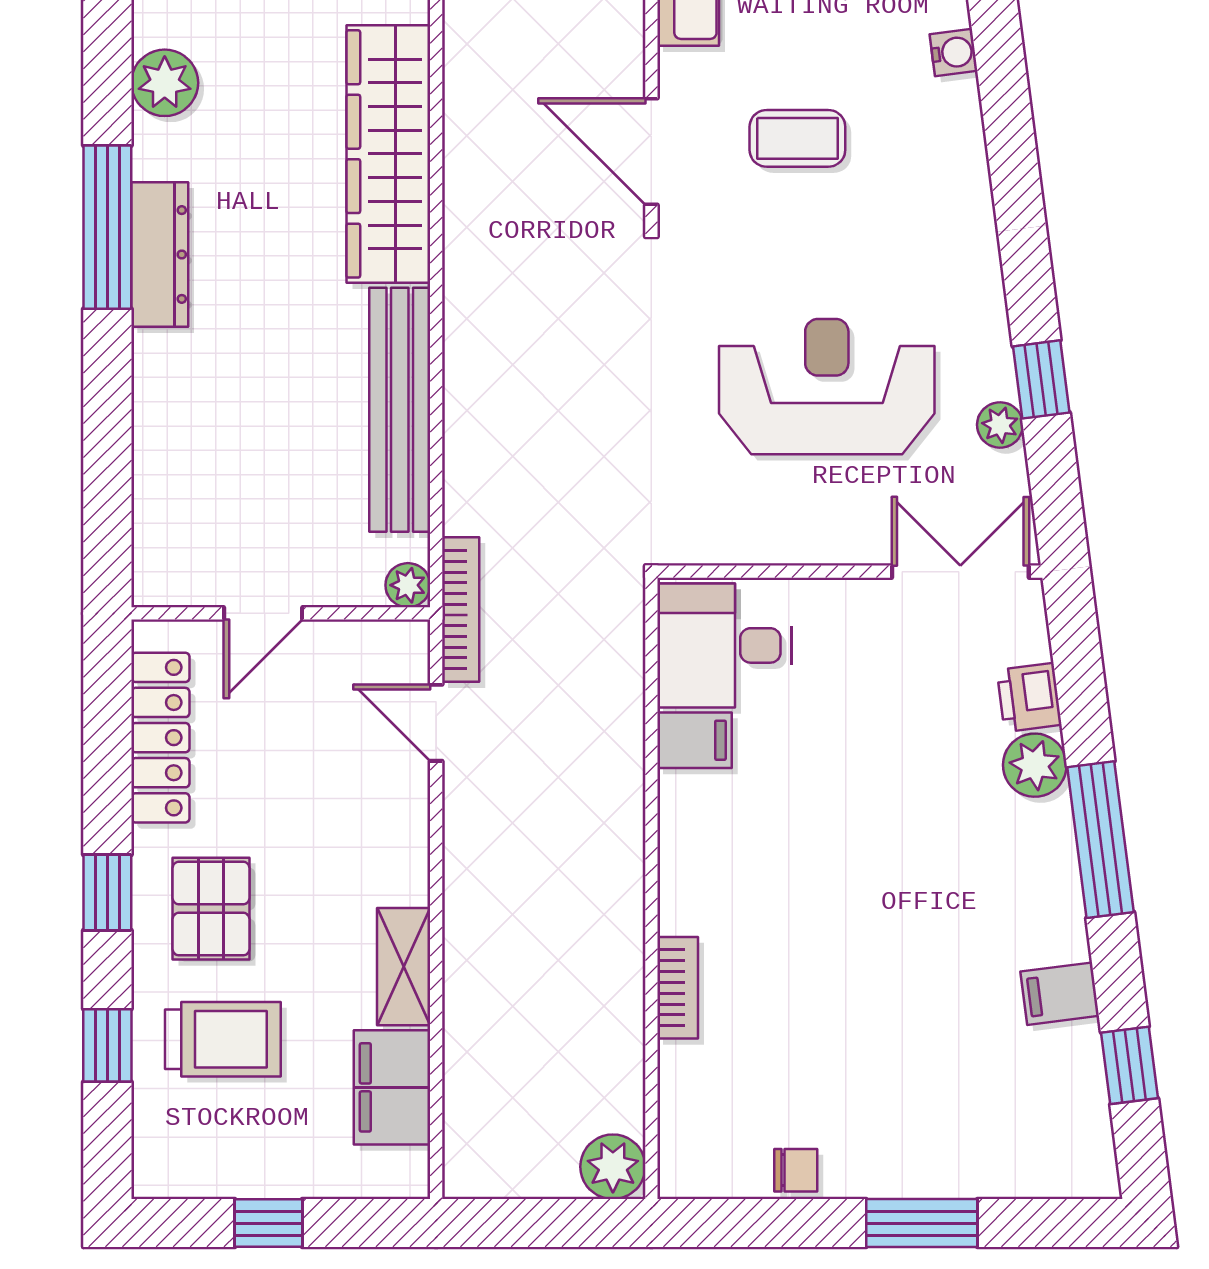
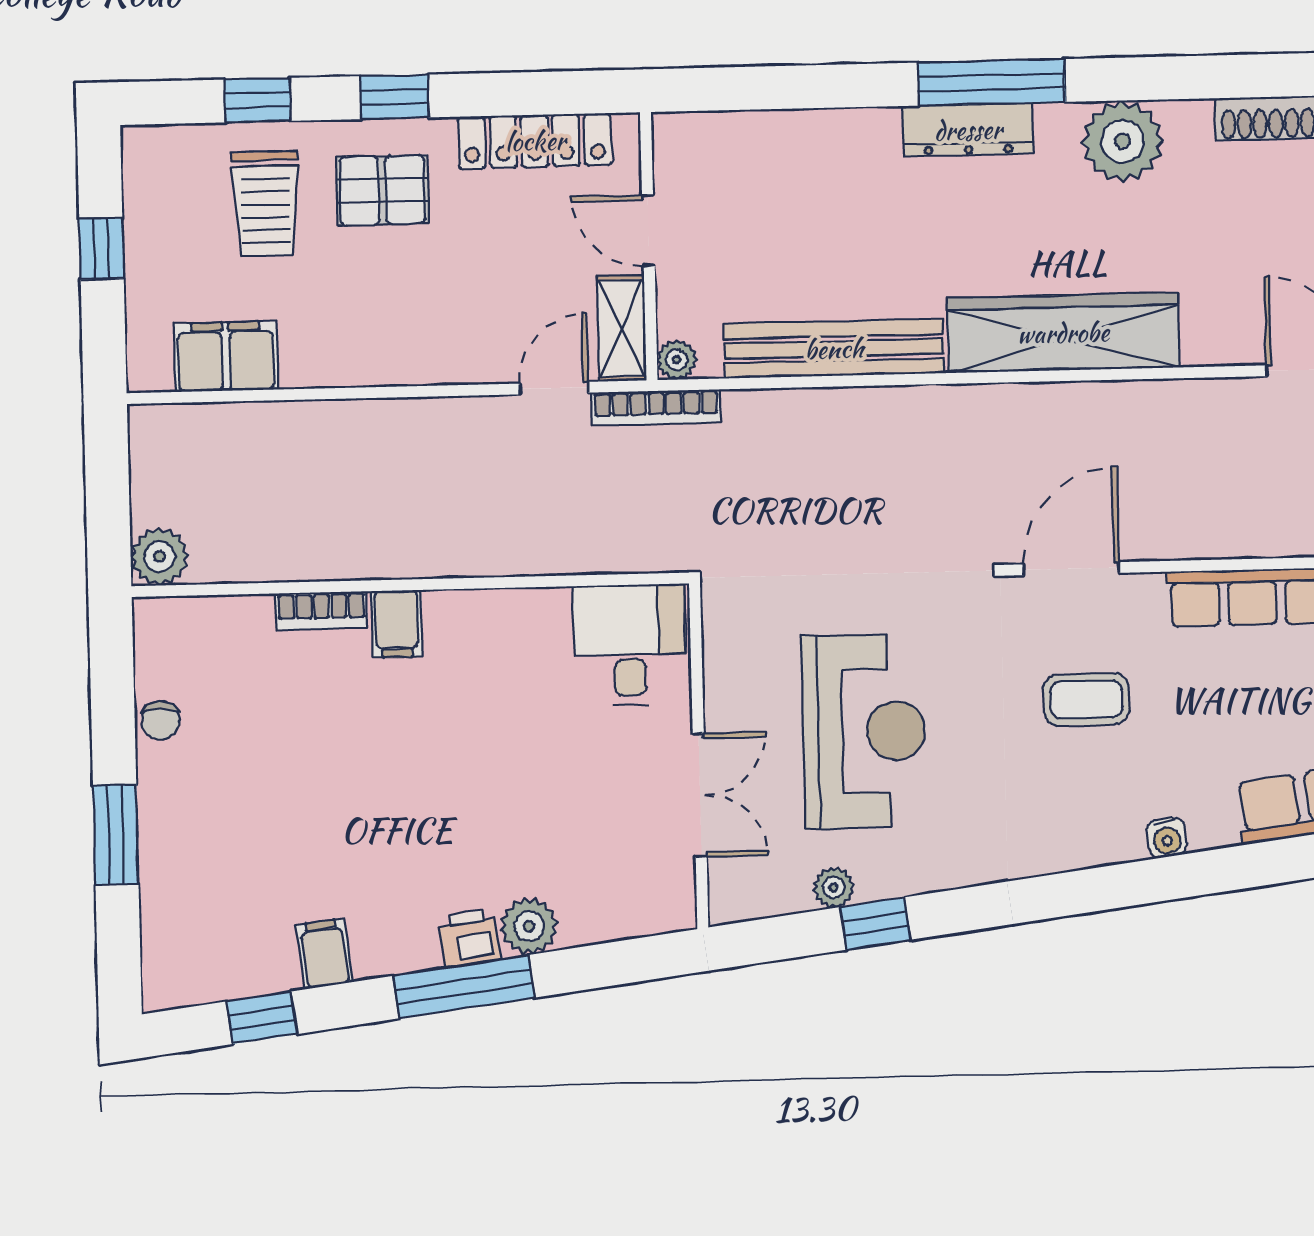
plant: (165, 83) -> (1123, 141), width x1.36, depth x1.36
coffee table: (797, 138) -> (1086, 699), turned 90
double door: (960, 572) -> (700, 795), moved
printer: (1029, 697) -> (469, 938), moved
filing cabinet: (694, 740) -> (397, 624), moved
shelving: (404, 967) -> (622, 328), moved, turned 90

